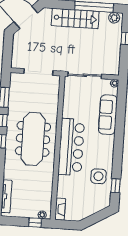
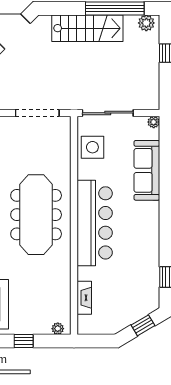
side table: (98, 176) -> (92, 147), moved
fireplace: (60, 209) -> (84, 298), moved
window: (98, 217) -> (143, 325), added
window: (35, 223) -> (24, 341), moved

